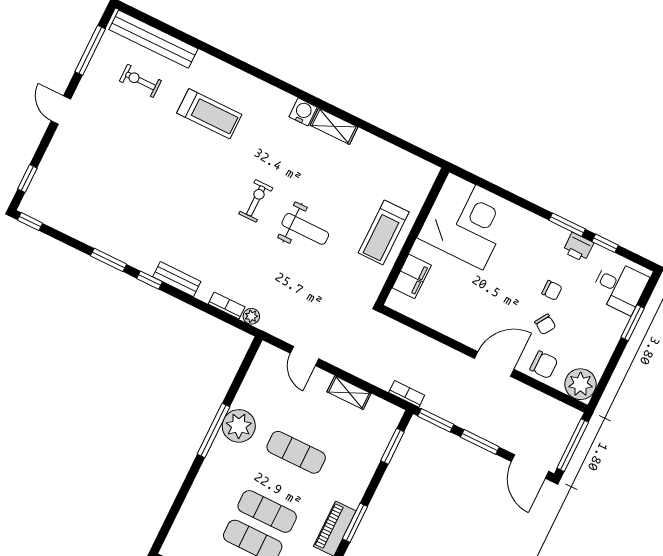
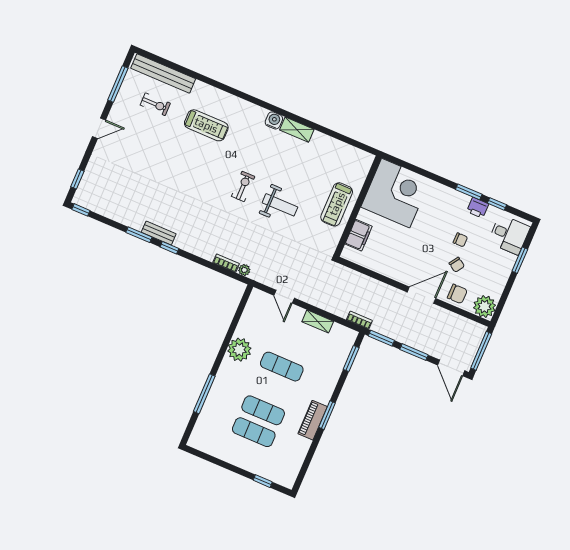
exercise bike: (140, 81) -> (155, 104), turned 180
door: (61, 110) -> (99, 128), swing flipped
bench: (177, 279) -> (159, 233), moved
window: (214, 430) -> (204, 394), moved

